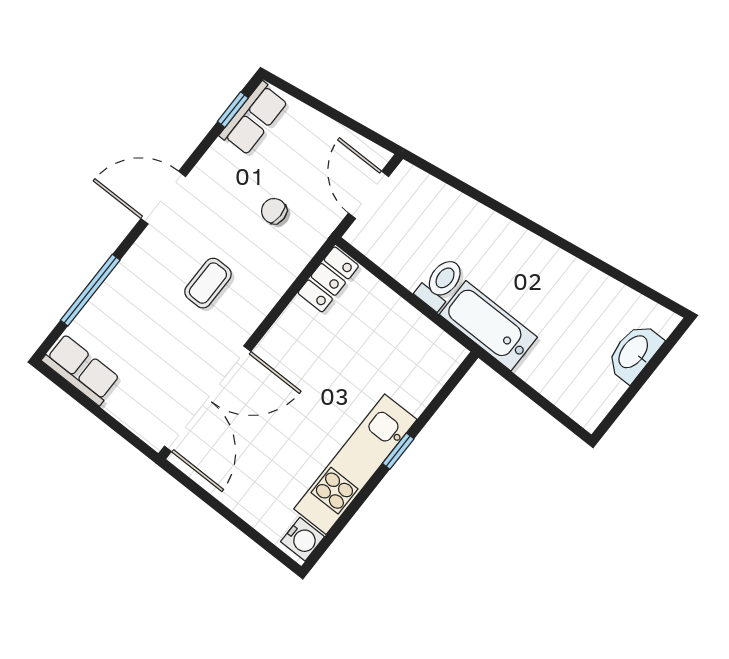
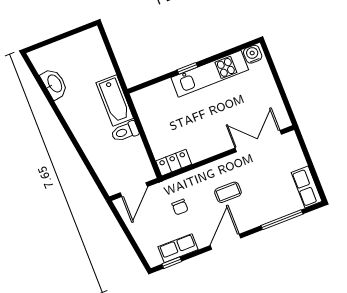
row of seats: (254, 118) -> (178, 248), moved
door: (163, 198) -> (226, 242), swing flipped
washbasin: (634, 352) -> (54, 84), moved, turned -99
double door: (208, 399) -> (258, 141), width x0.73

